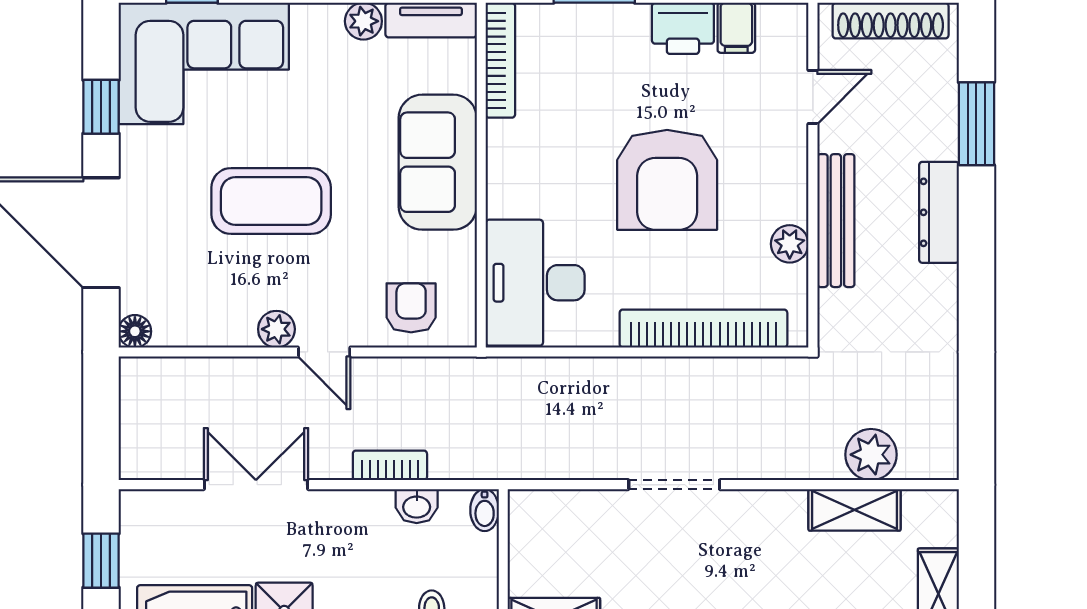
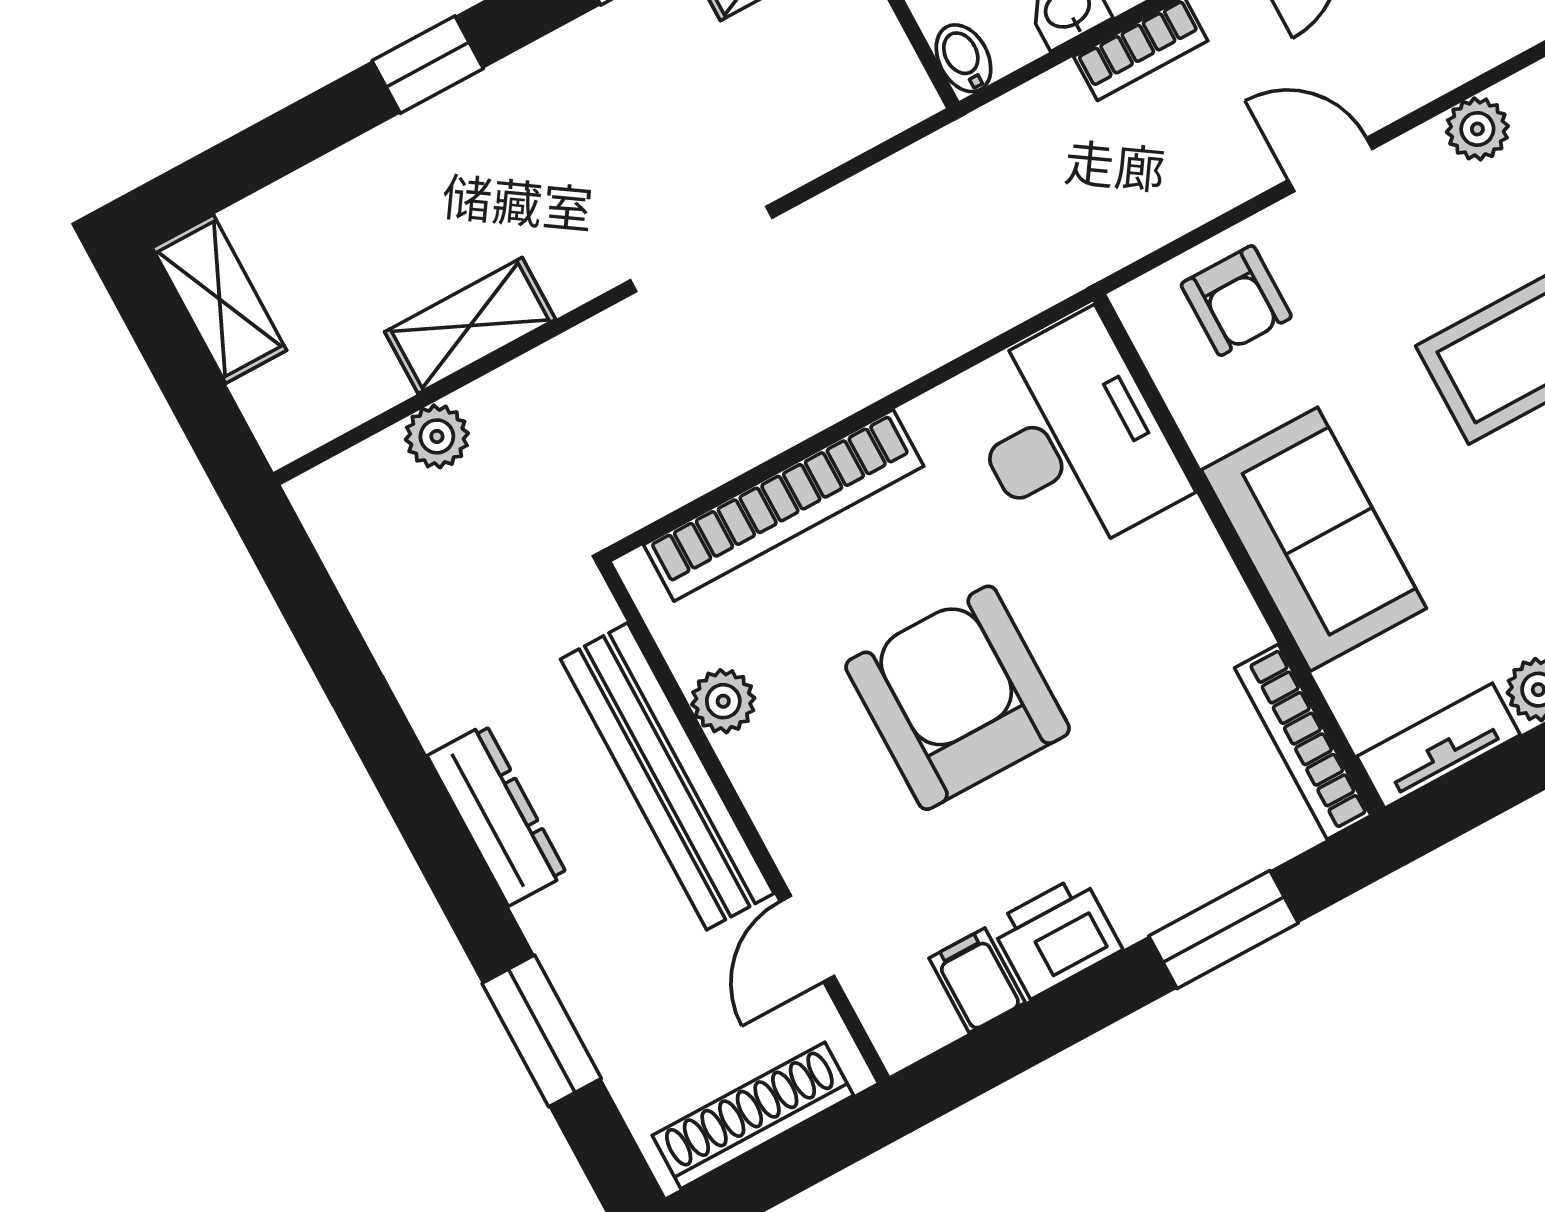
dresser: (939, 212) -> (497, 815), moved
bench: (836, 221) -> (667, 776), width x1.37, depth x1.21
plant: (276, 329) -> (1477, 129), moved
plant: (871, 455) -> (437, 436), width x0.73, depth x0.73
shelving: (855, 510) -> (470, 326), moved

